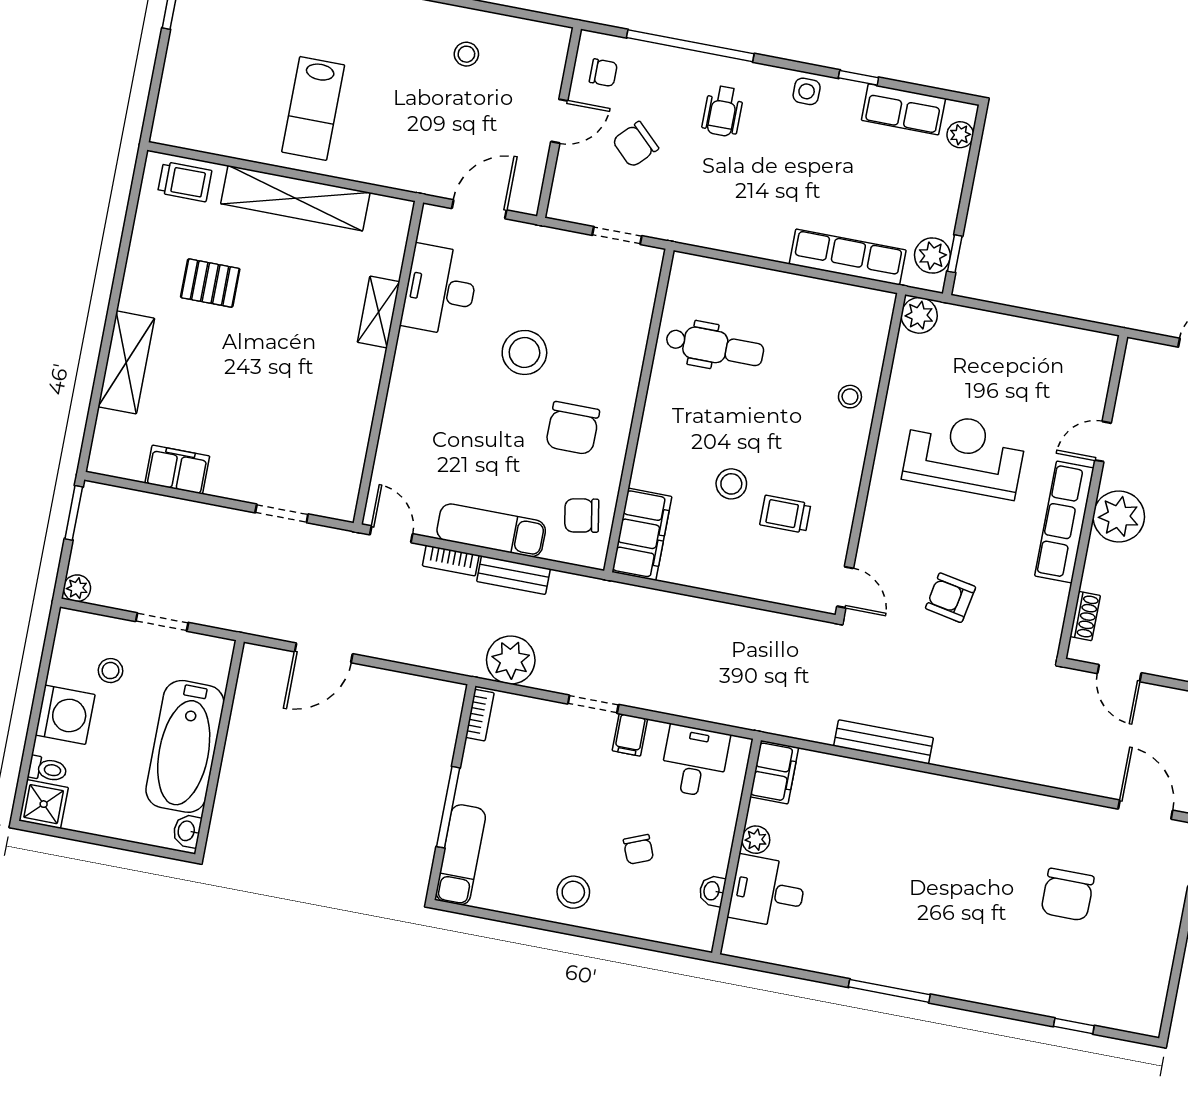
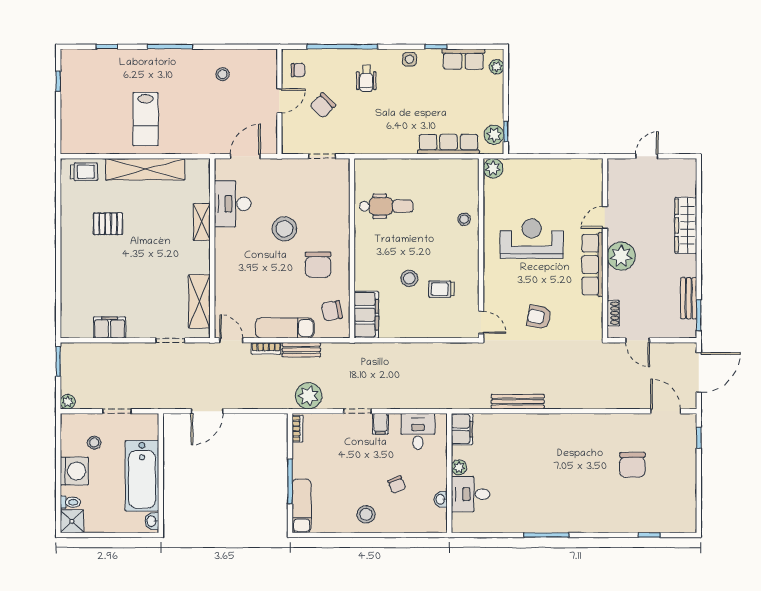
shelving: (126, 362) -> (199, 301), moved

